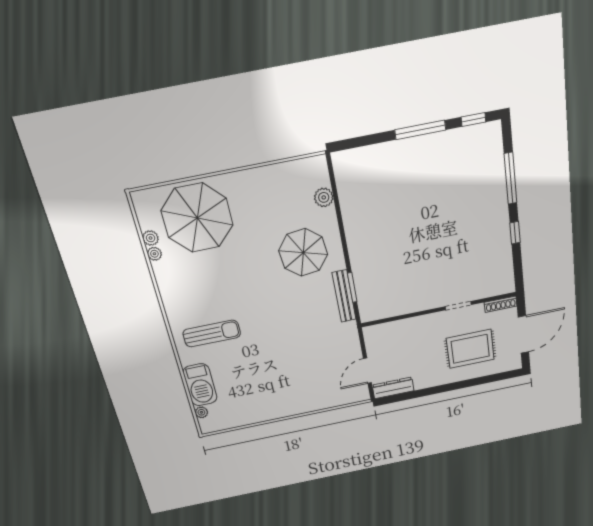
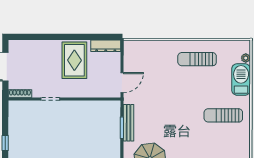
rug: (470, 349) -> (74, 60), moved, turned 90
door: (367, 371) -> (122, 83), moved
sun lounger: (267, 397) -> (197, 59), added

